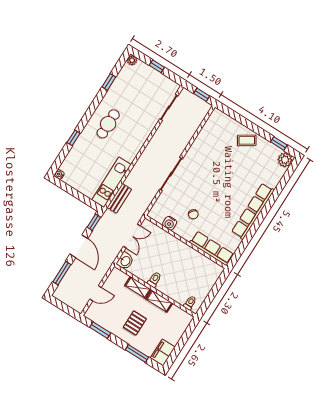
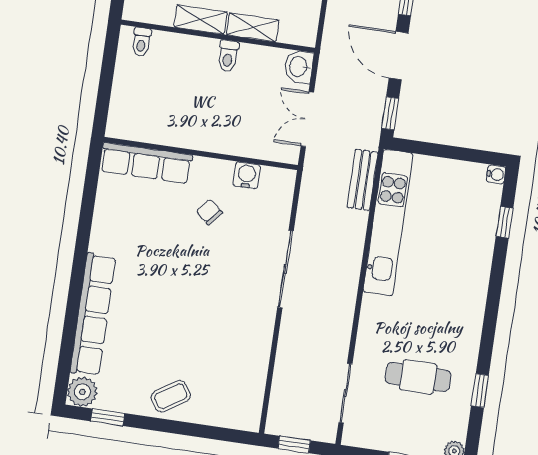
cafe table: (108, 124) -> (418, 377), moved, turned 90
window: (74, 138) -> (504, 222), moved
kitchen unit: (111, 182) -> (388, 223), width x1.36
row of seats: (253, 211) -> (93, 314), moved

